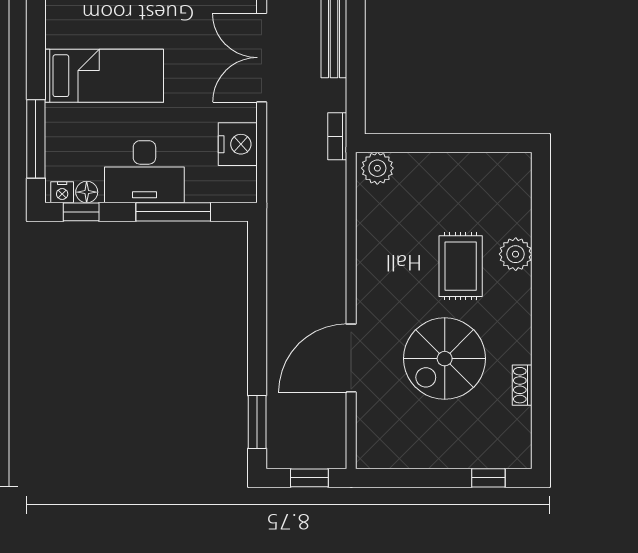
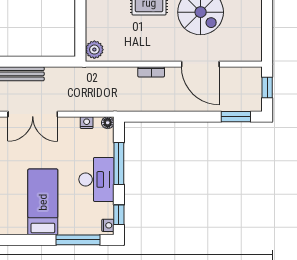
bookcase: (337, 136) -> (151, 72), moved
nightstand: (238, 144) -> (87, 123), width x0.53, depth x0.56
floor lamp: (87, 192) -> (108, 123), moved

